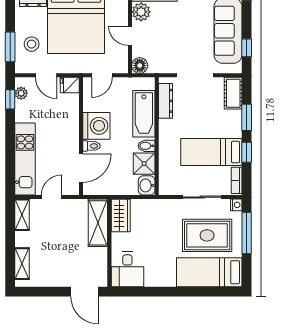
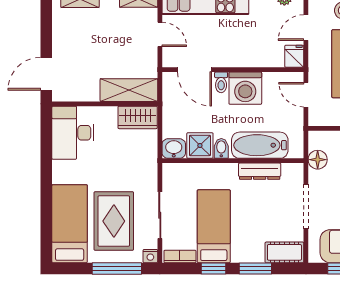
floor lamp: (140, 65) -> (318, 160), moved
dresser: (166, 101) -> (260, 171), moved
desk: (127, 269) -> (73, 133), width x1.37

